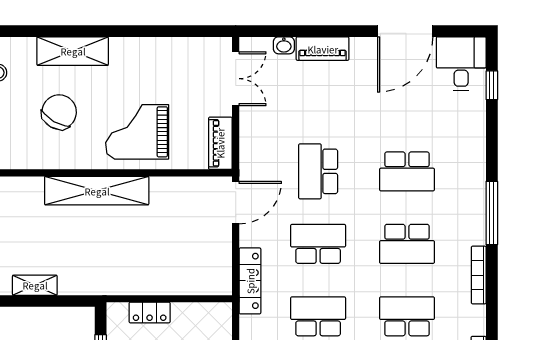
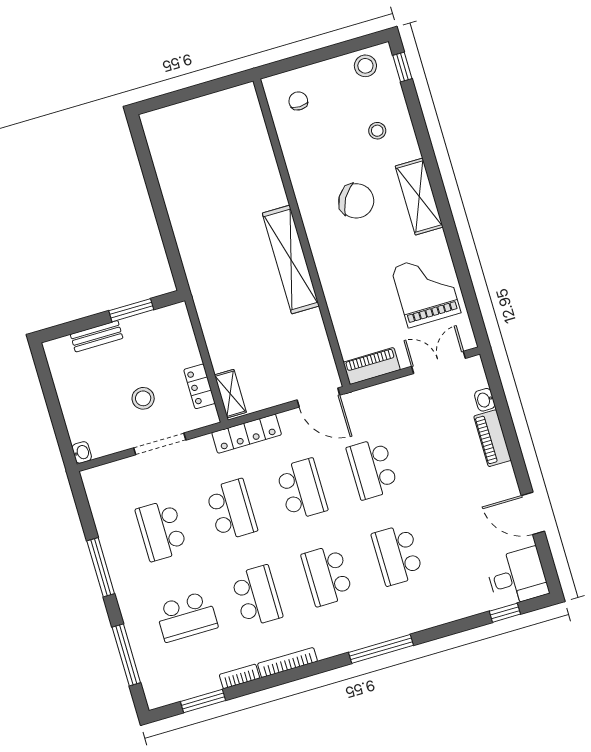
door: (405, 31) -> (533, 513), width x0.73
double door: (236, 79) -> (439, 362), swing flipped
grand piano: (137, 132) -> (426, 290), moved
school desk: (318, 171) -> (372, 469), turned -90
bookcase: (479, 275) -> (287, 662), moved
shelving: (35, 285) -> (230, 394), moved
locker: (150, 313) -> (200, 386), moved

